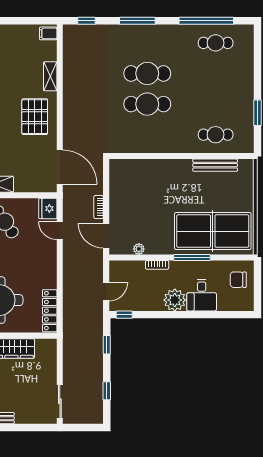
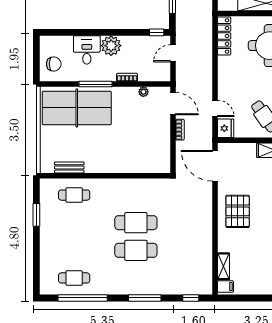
shelving: (50, 76) -> (224, 266), moved
bench: (215, 165) -> (69, 167), width x0.73

